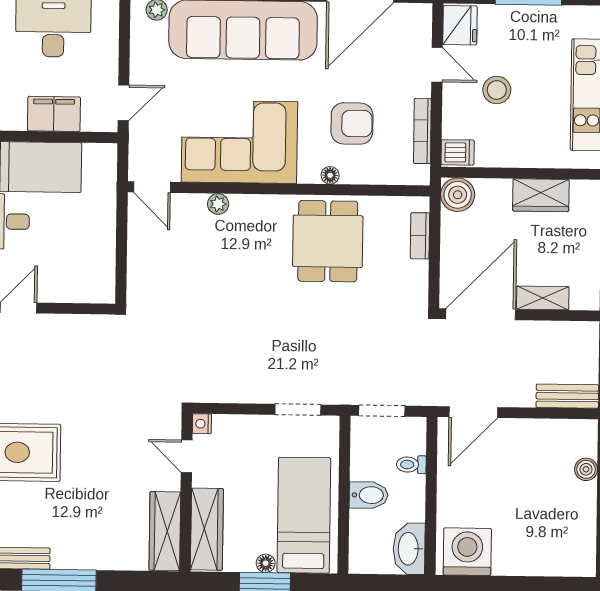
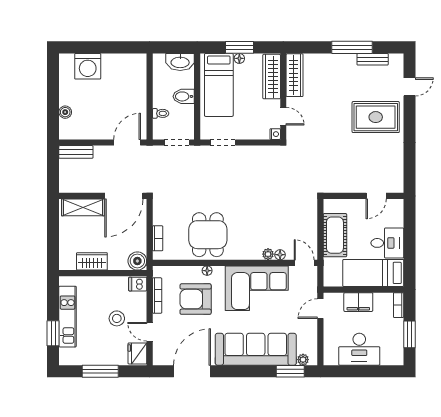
armchair: (352, 123) -> (196, 299), width x1.36, depth x1.36
floor lamp: (196, 203) -> (280, 255), added
cot: (95, 237) -> (335, 235), added
shelving: (543, 298) -> (83, 207), width x1.50, depth x1.33
washbasin: (409, 549) -> (180, 62), moved, turned 90
washing machine: (467, 552) -> (88, 66), moved

